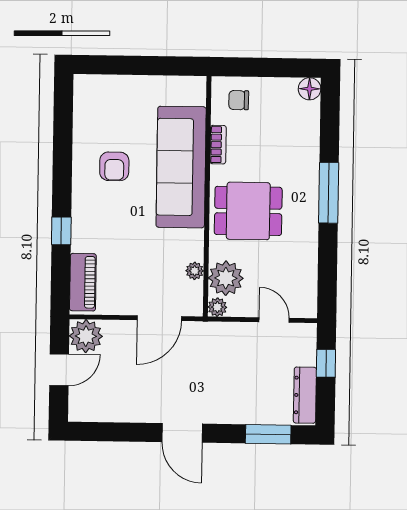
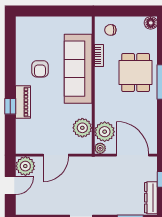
dining table: (248, 211) -> (136, 72), moved, turned 90
plant: (195, 271) -> (82, 128), width x1.88, depth x1.88
piano: (83, 282) -> (23, 102), moved
door: (159, 318) -> (56, 155), moved
door: (274, 320) -> (133, 155), width x1.87

